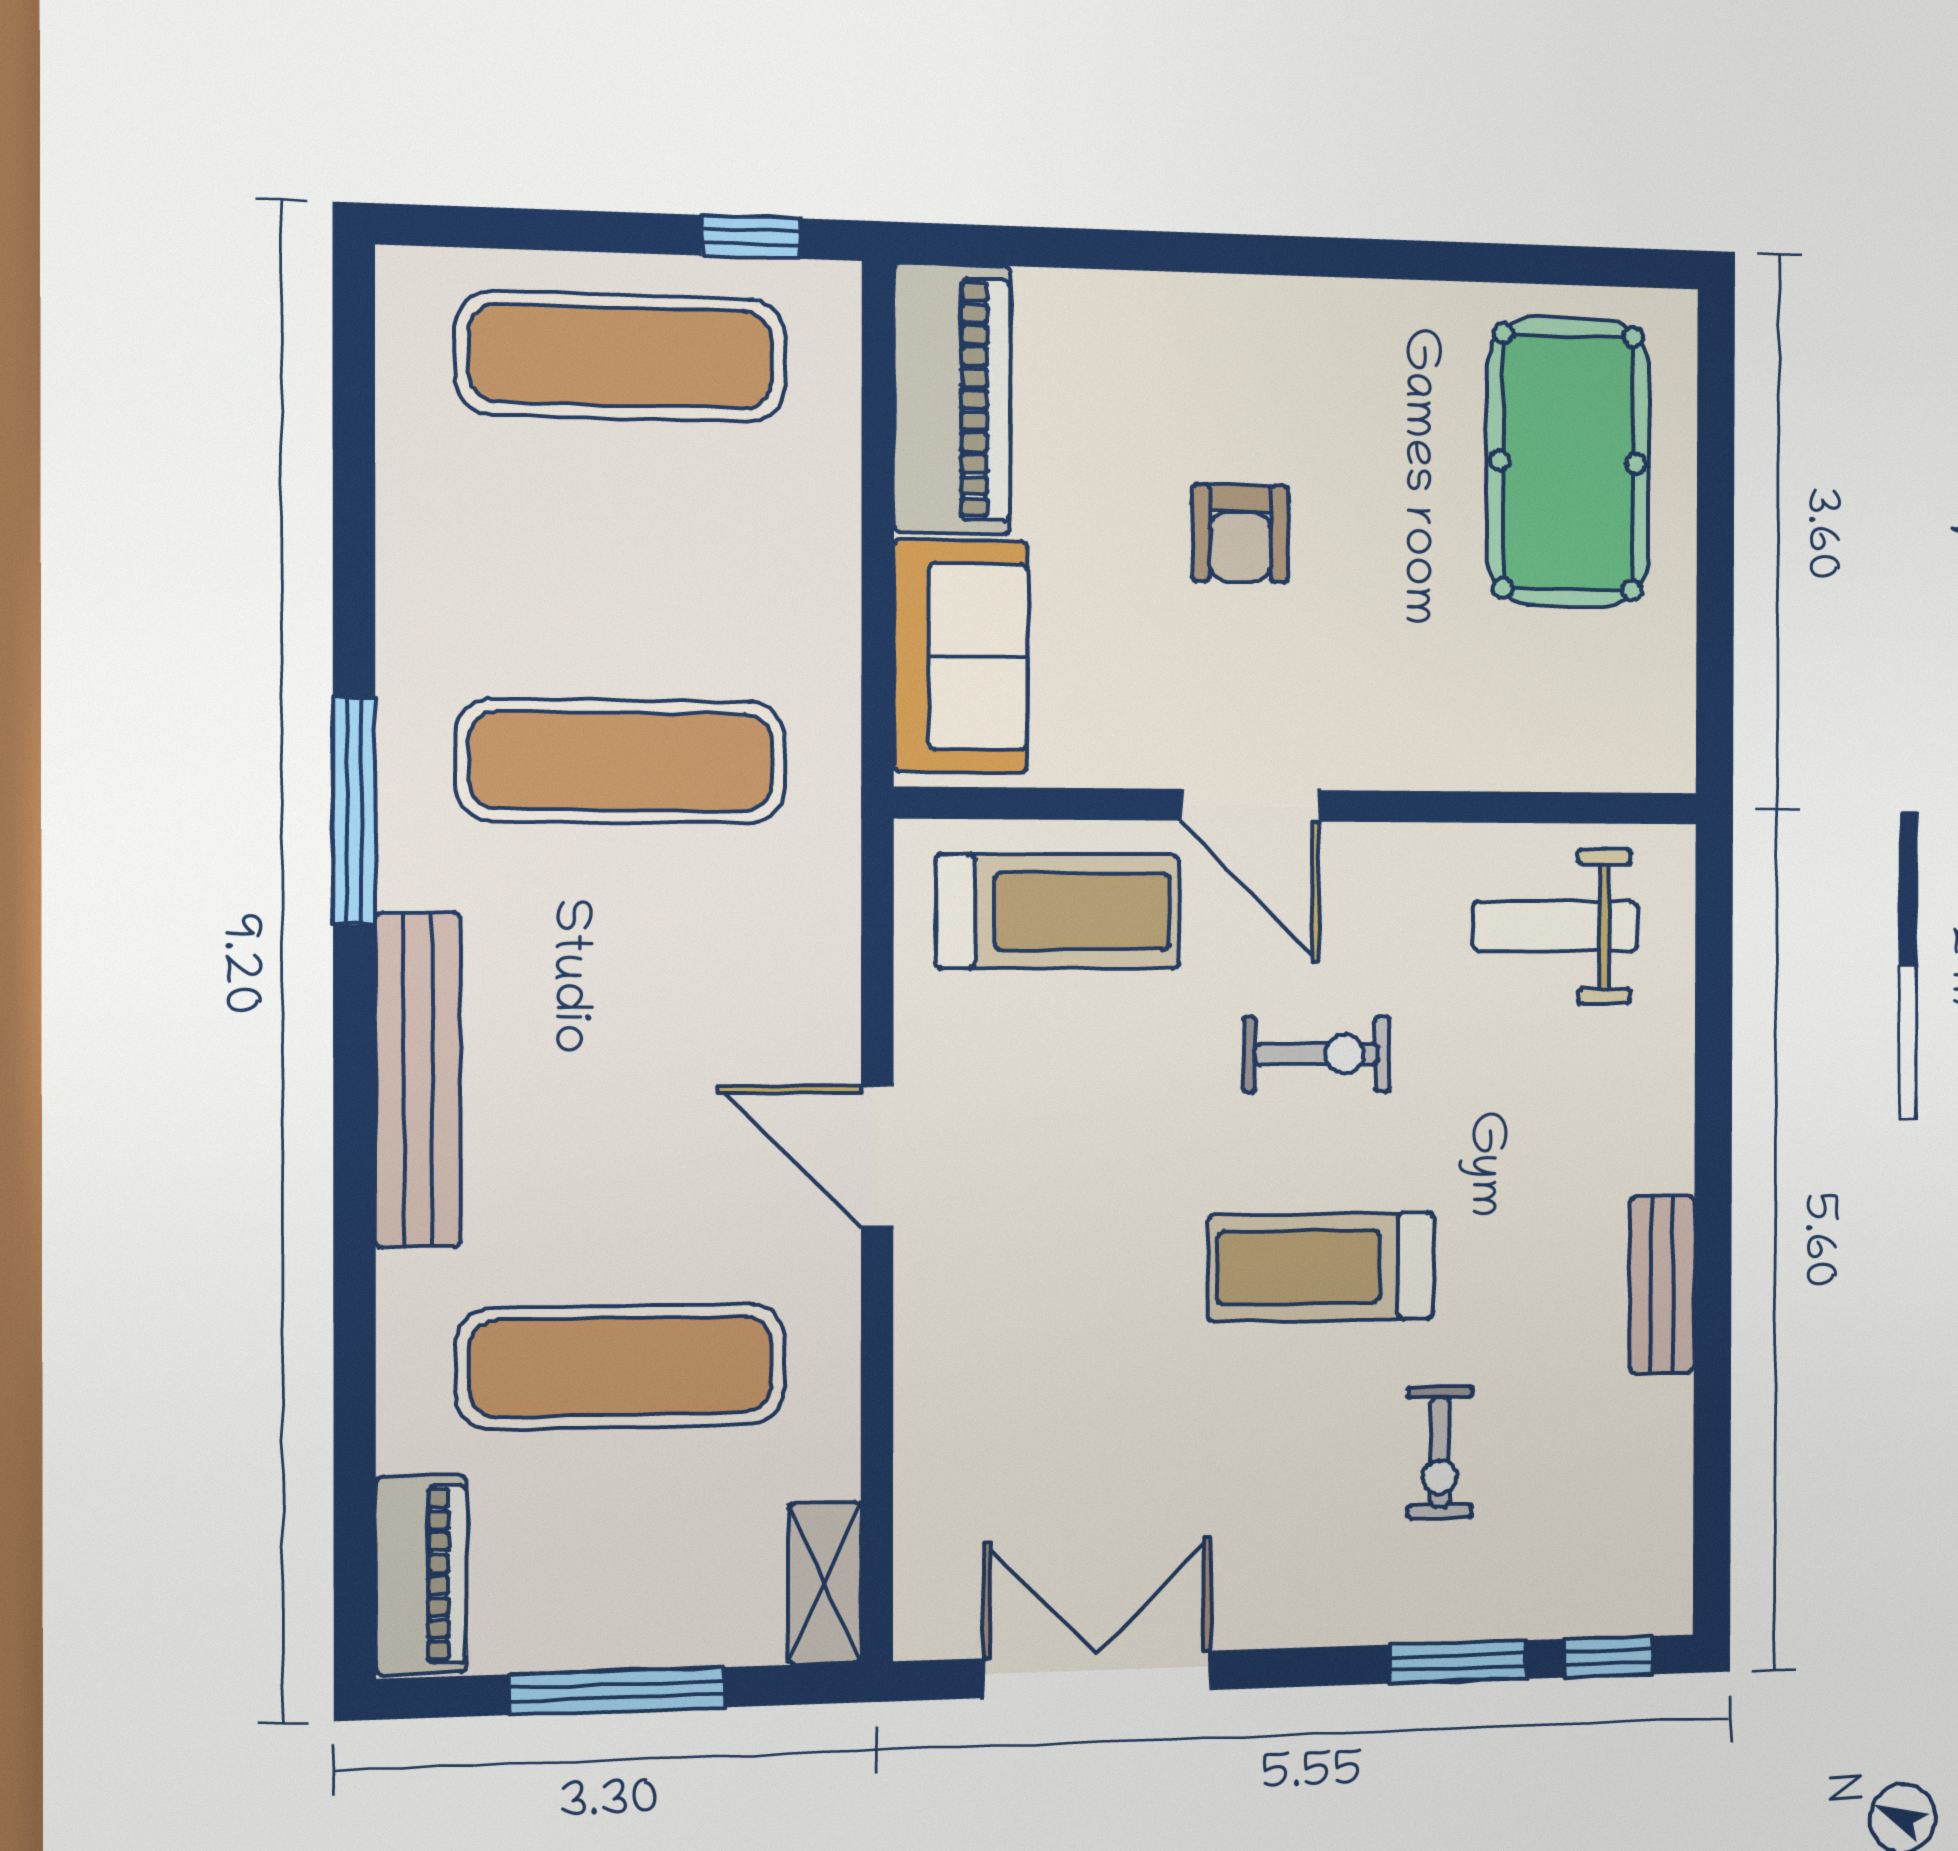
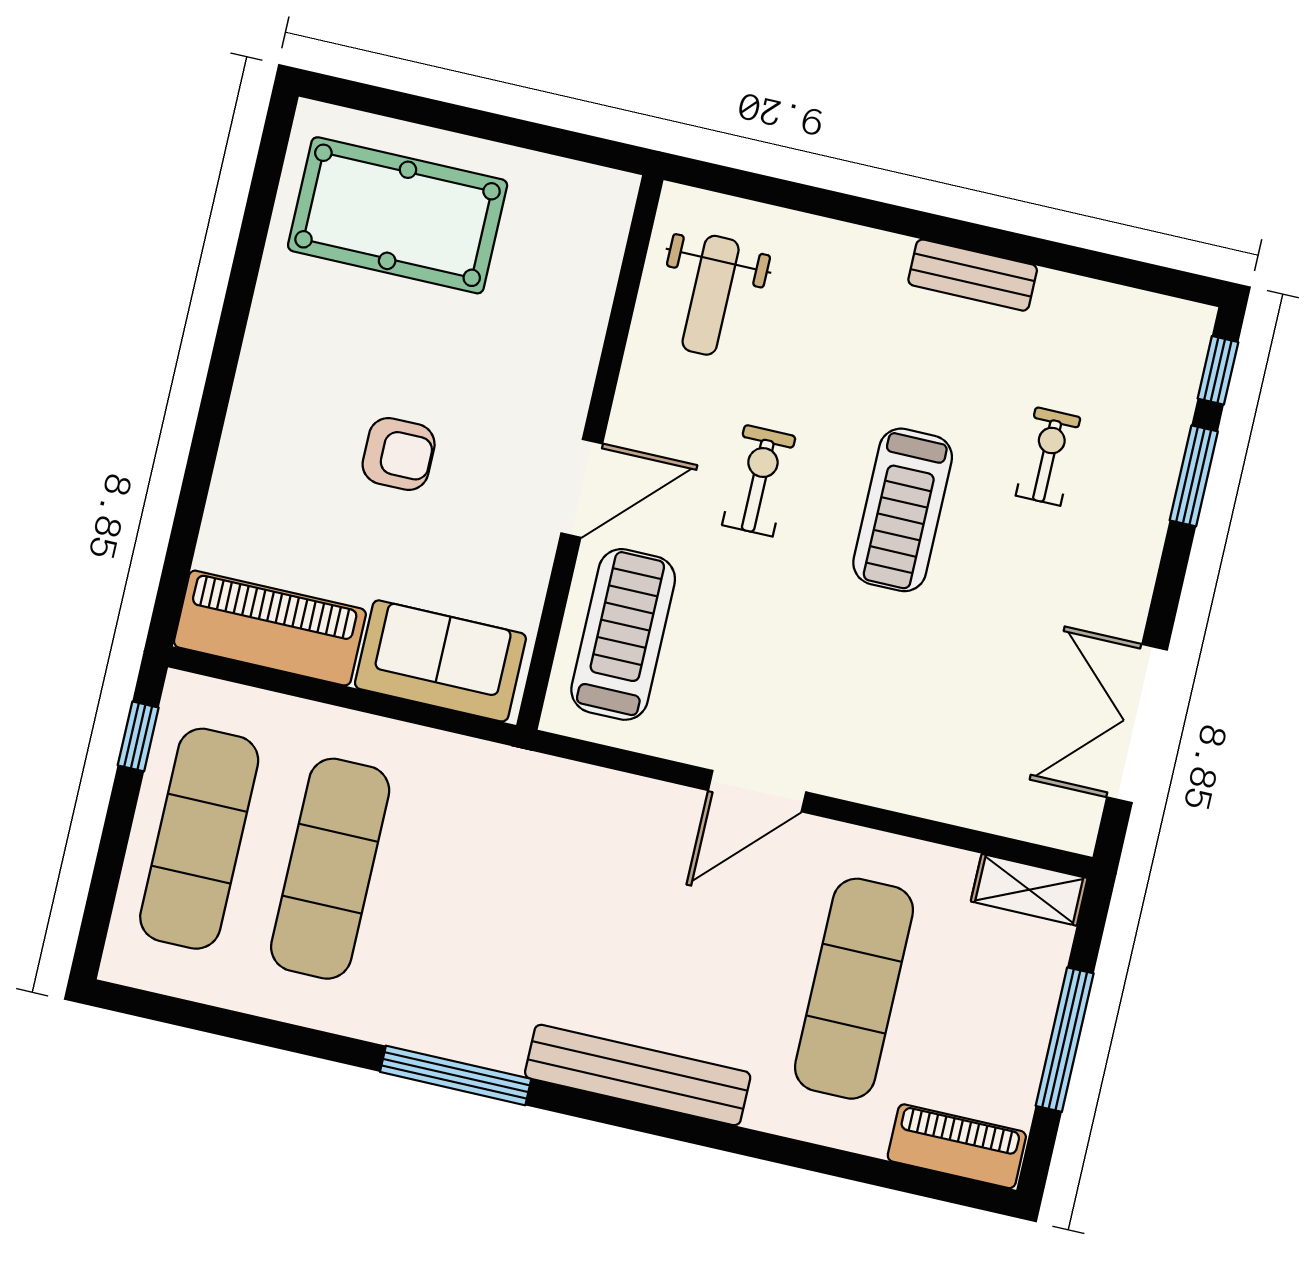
exercise mat: (621, 761) -> (330, 869), moved
exercise bike: (1440, 1452) -> (1048, 456), turned -90

